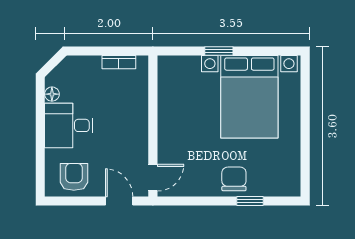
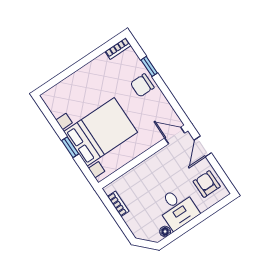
bed with nightstands: (249, 97) -> (101, 132), moved
armchair: (74, 177) -> (207, 184), turned 90
bookcase: (294, 180) -> (118, 48), added

